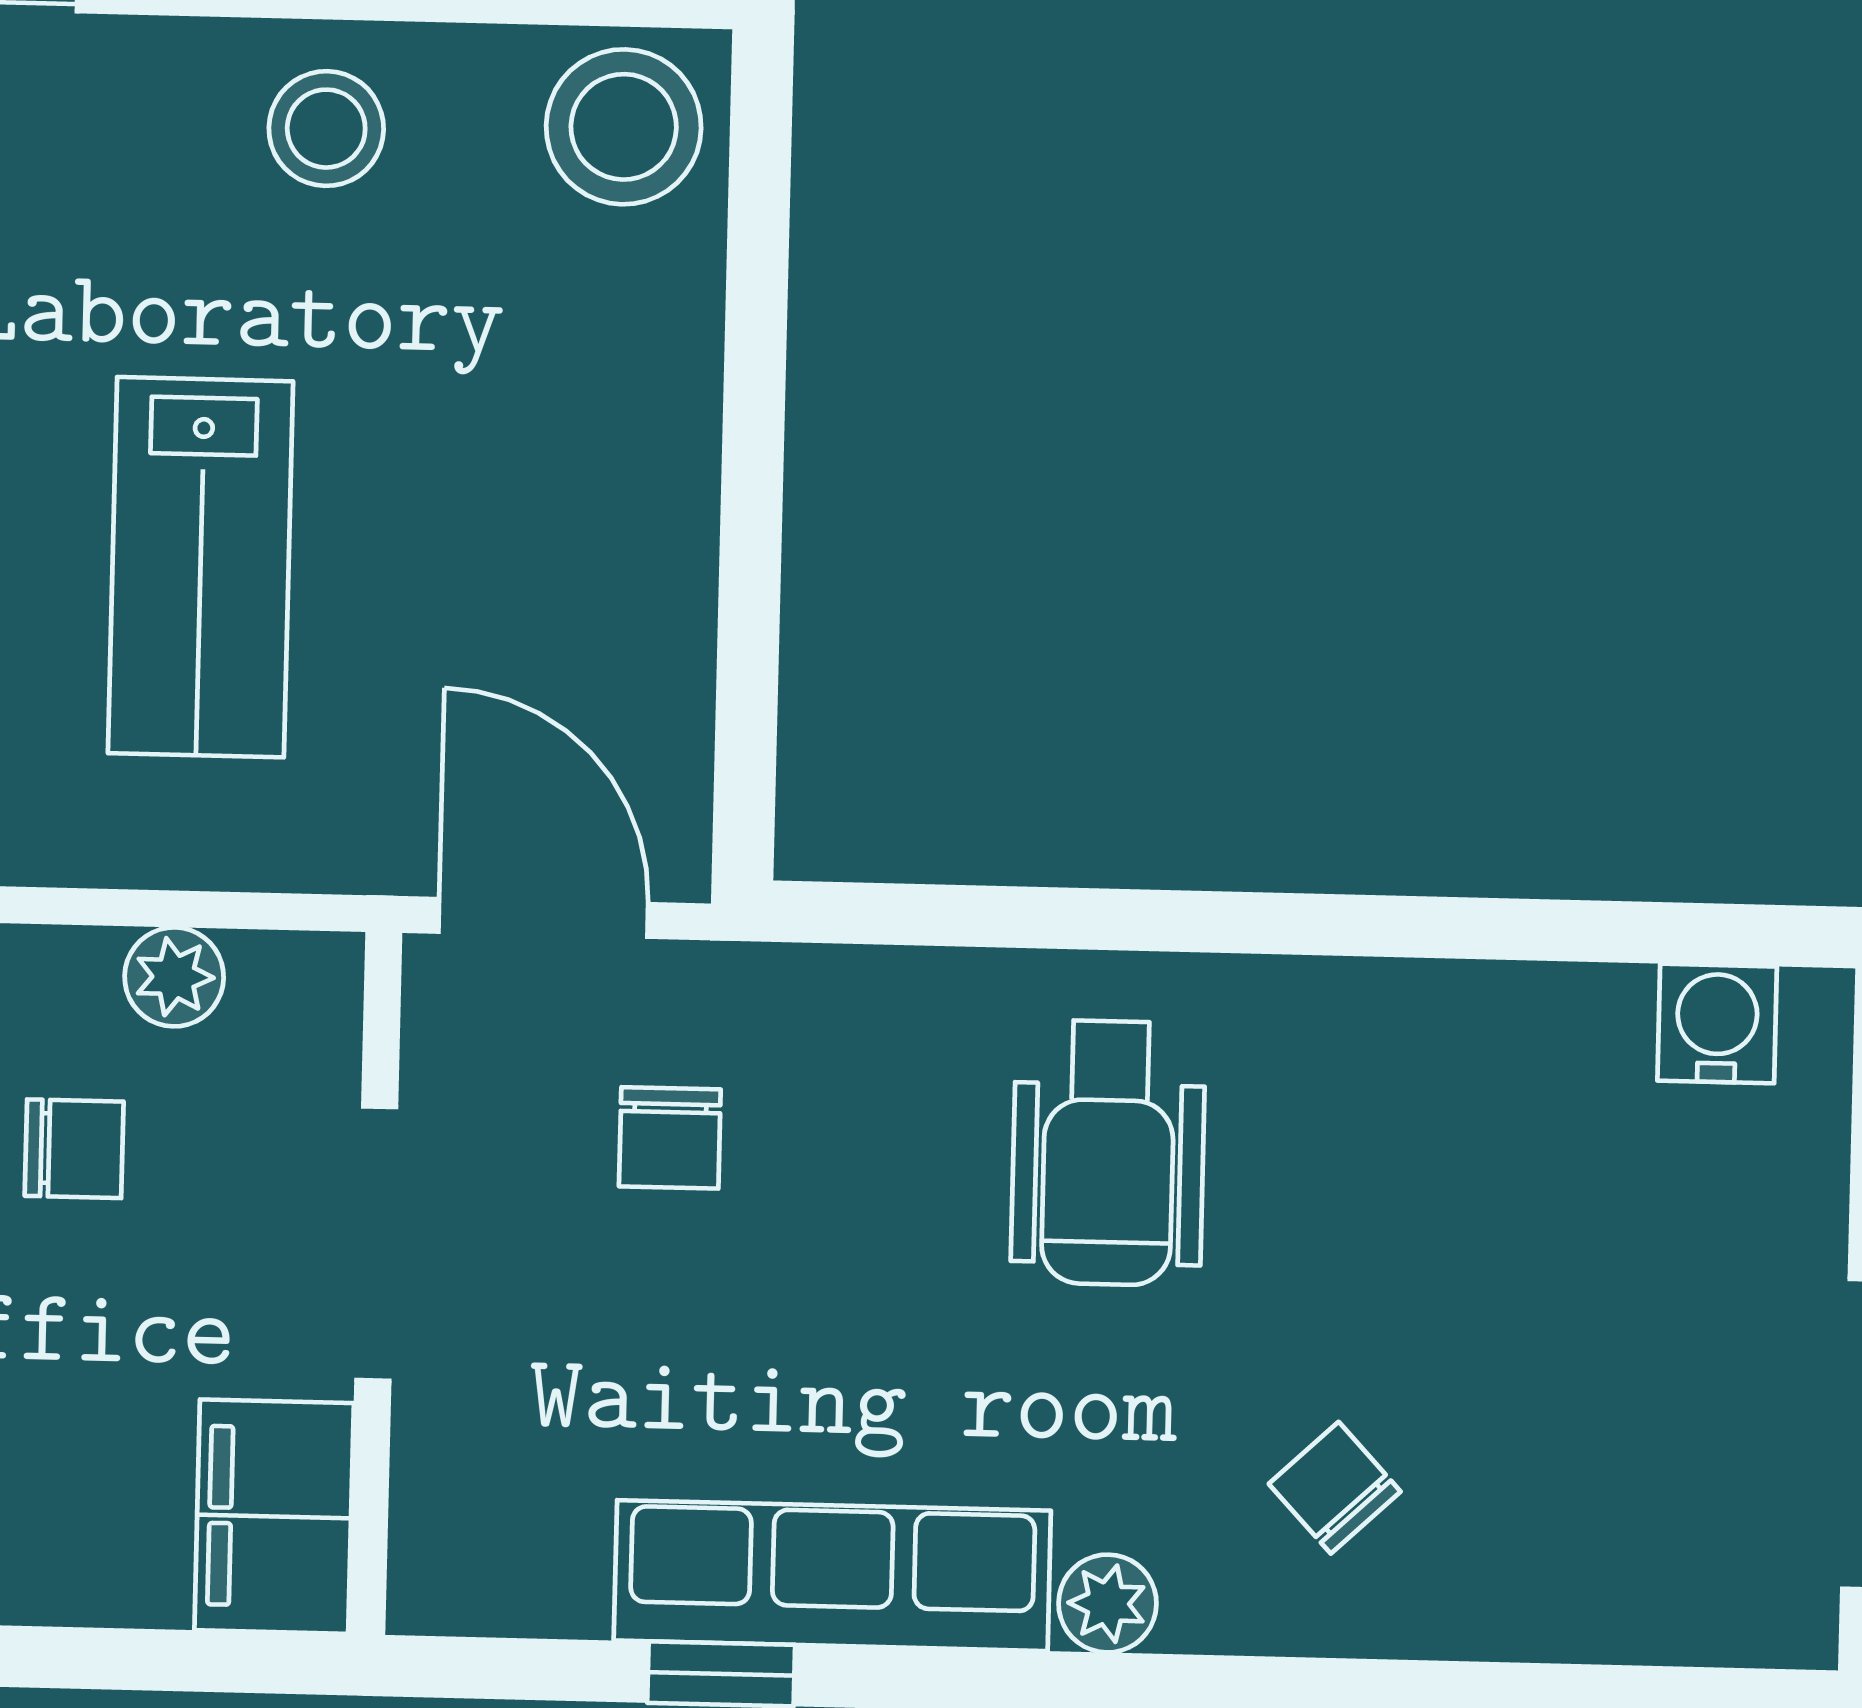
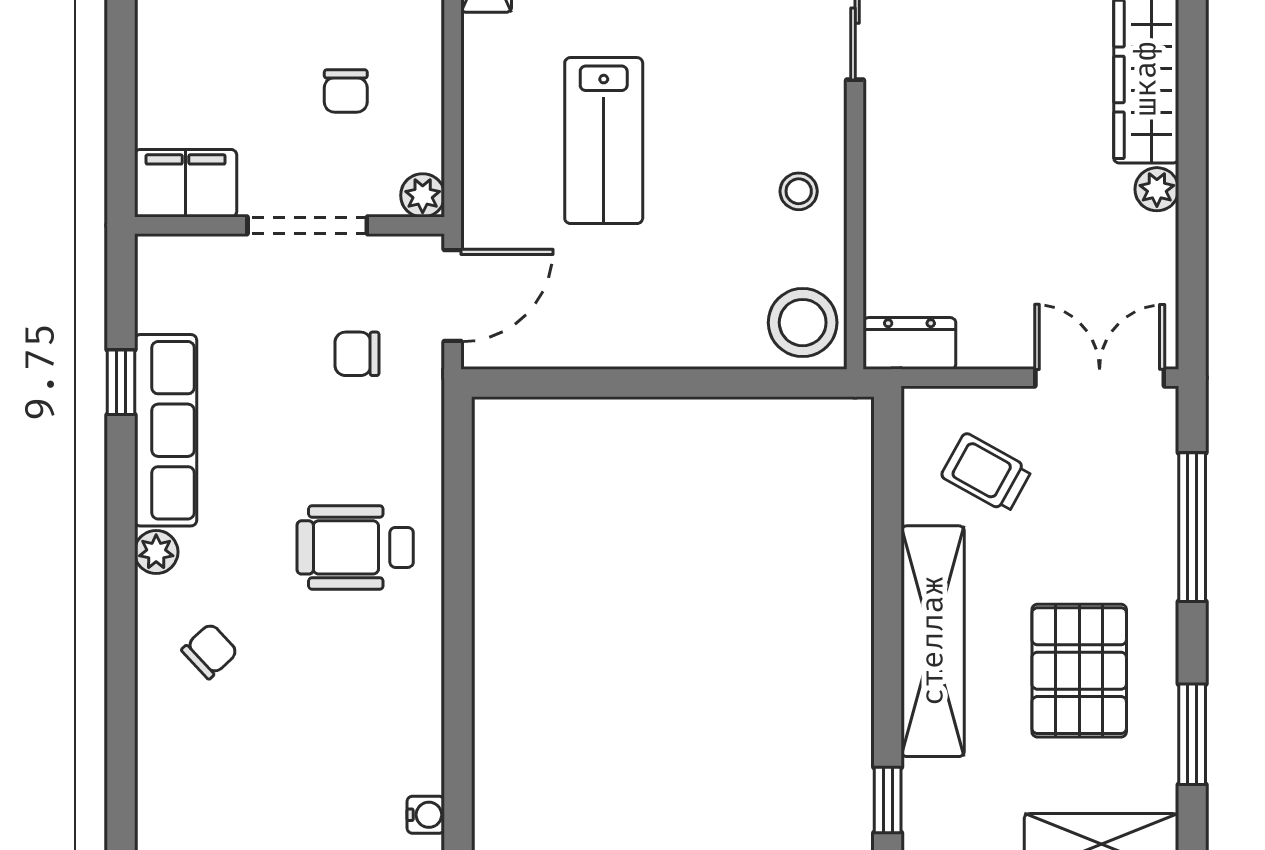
stool: (326, 129) -> (799, 191), width x0.73, depth x0.73
lab bench: (200, 567) -> (604, 141), turned -90
plant: (174, 977) -> (423, 195), moved
water cooler: (1717, 1024) -> (426, 815), width x0.72, depth x0.72

